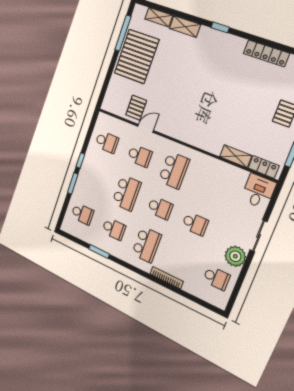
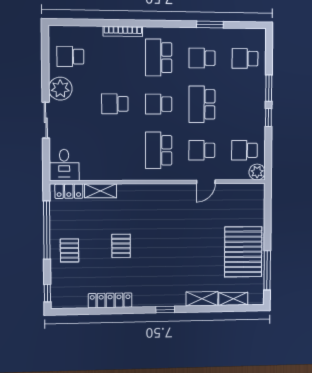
pallet: (136, 108) -> (121, 246), moved
plant: (103, 120) -> (257, 172), added

